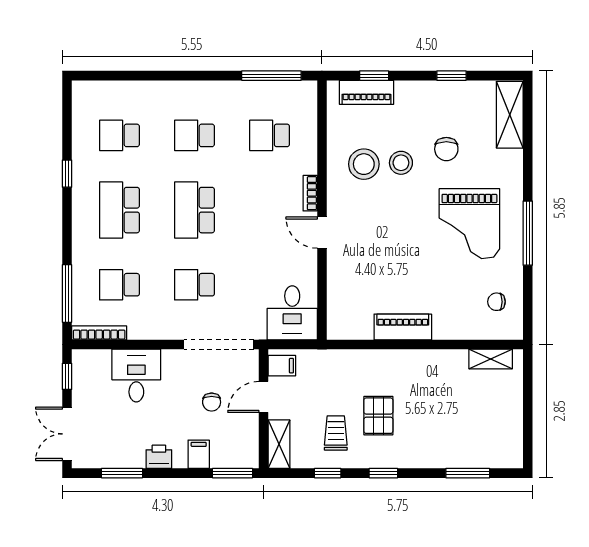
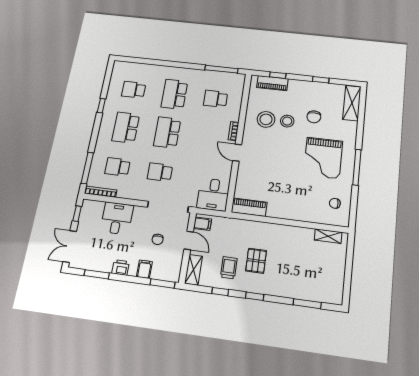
school desk: (194, 135) -> (174, 94), width x1.85
piano: (403, 327) -> (249, 207), moved
door: (263, 397) -> (189, 240), swing flipped

